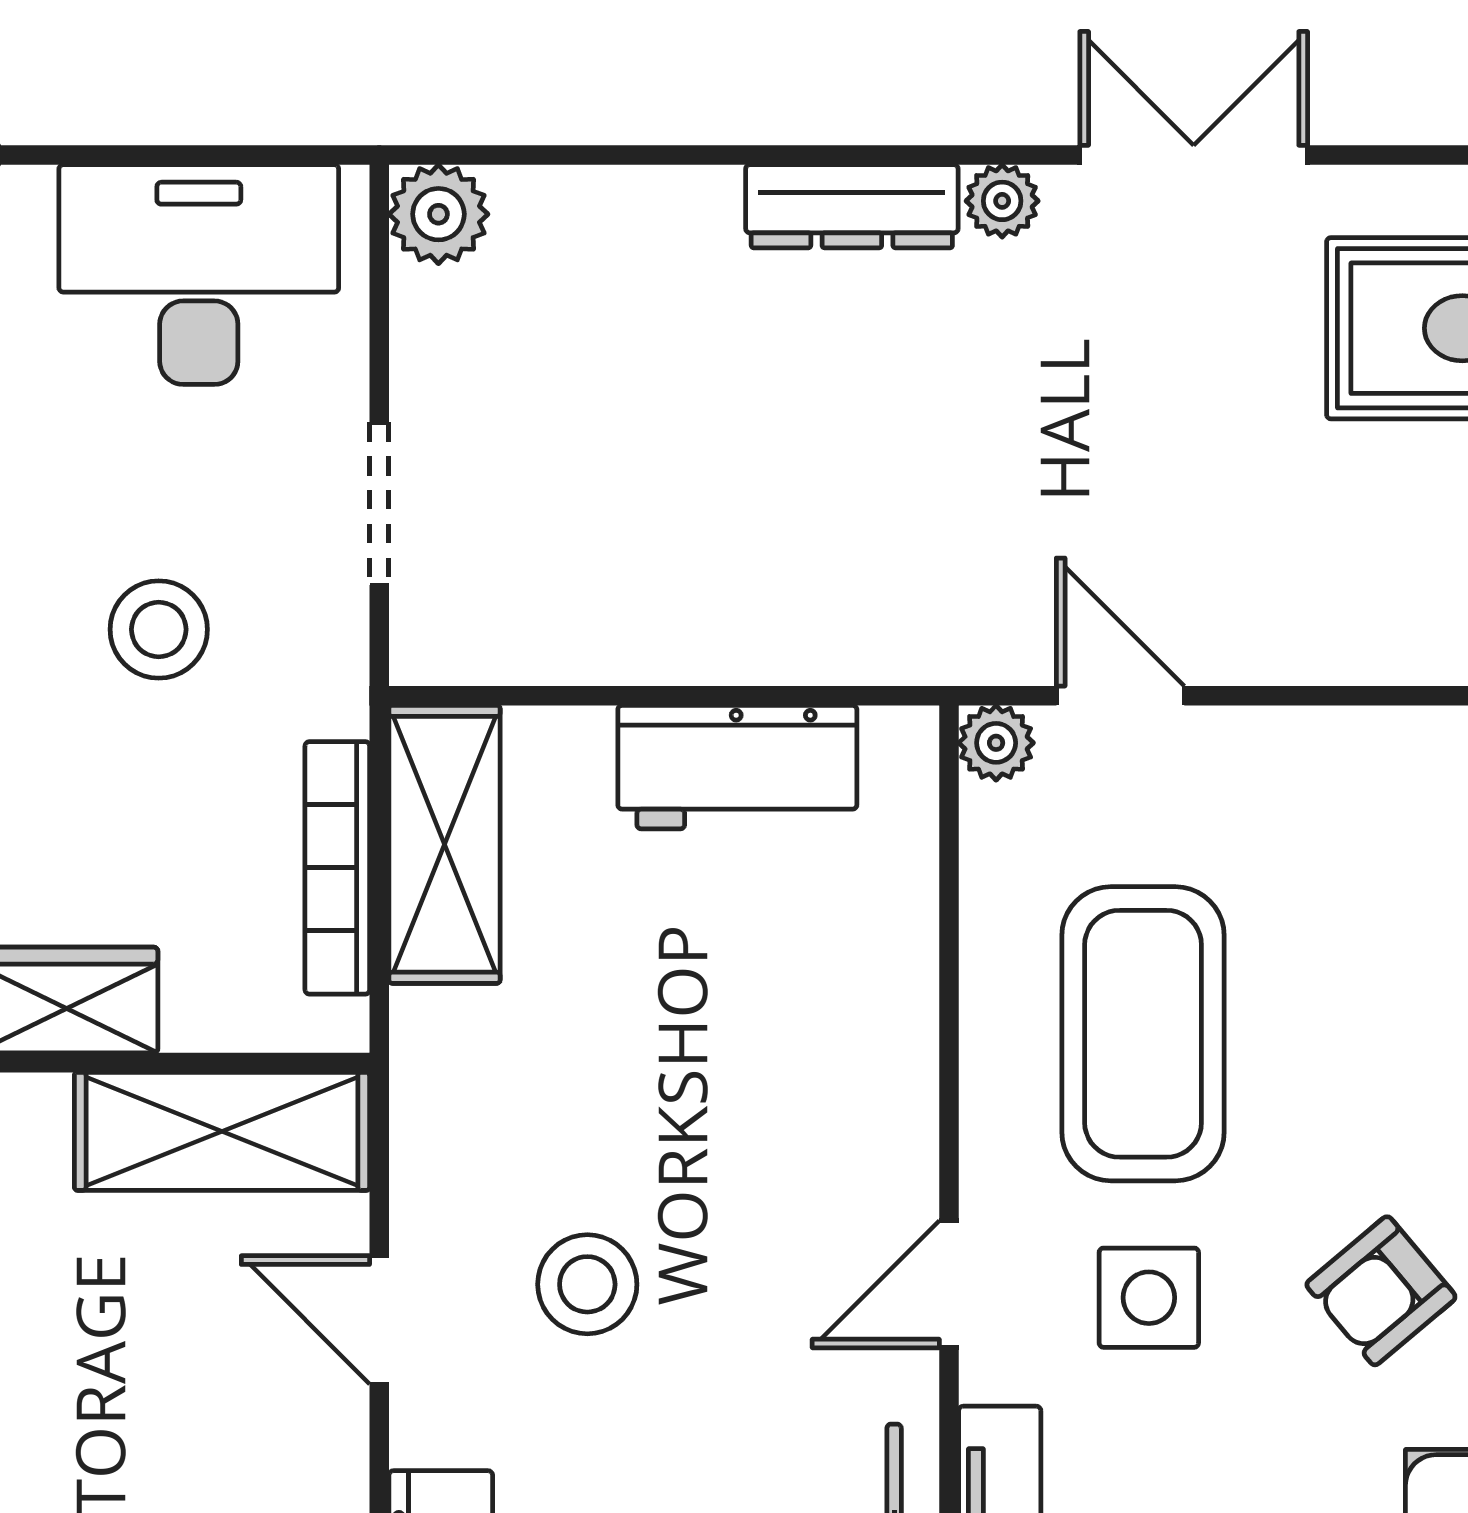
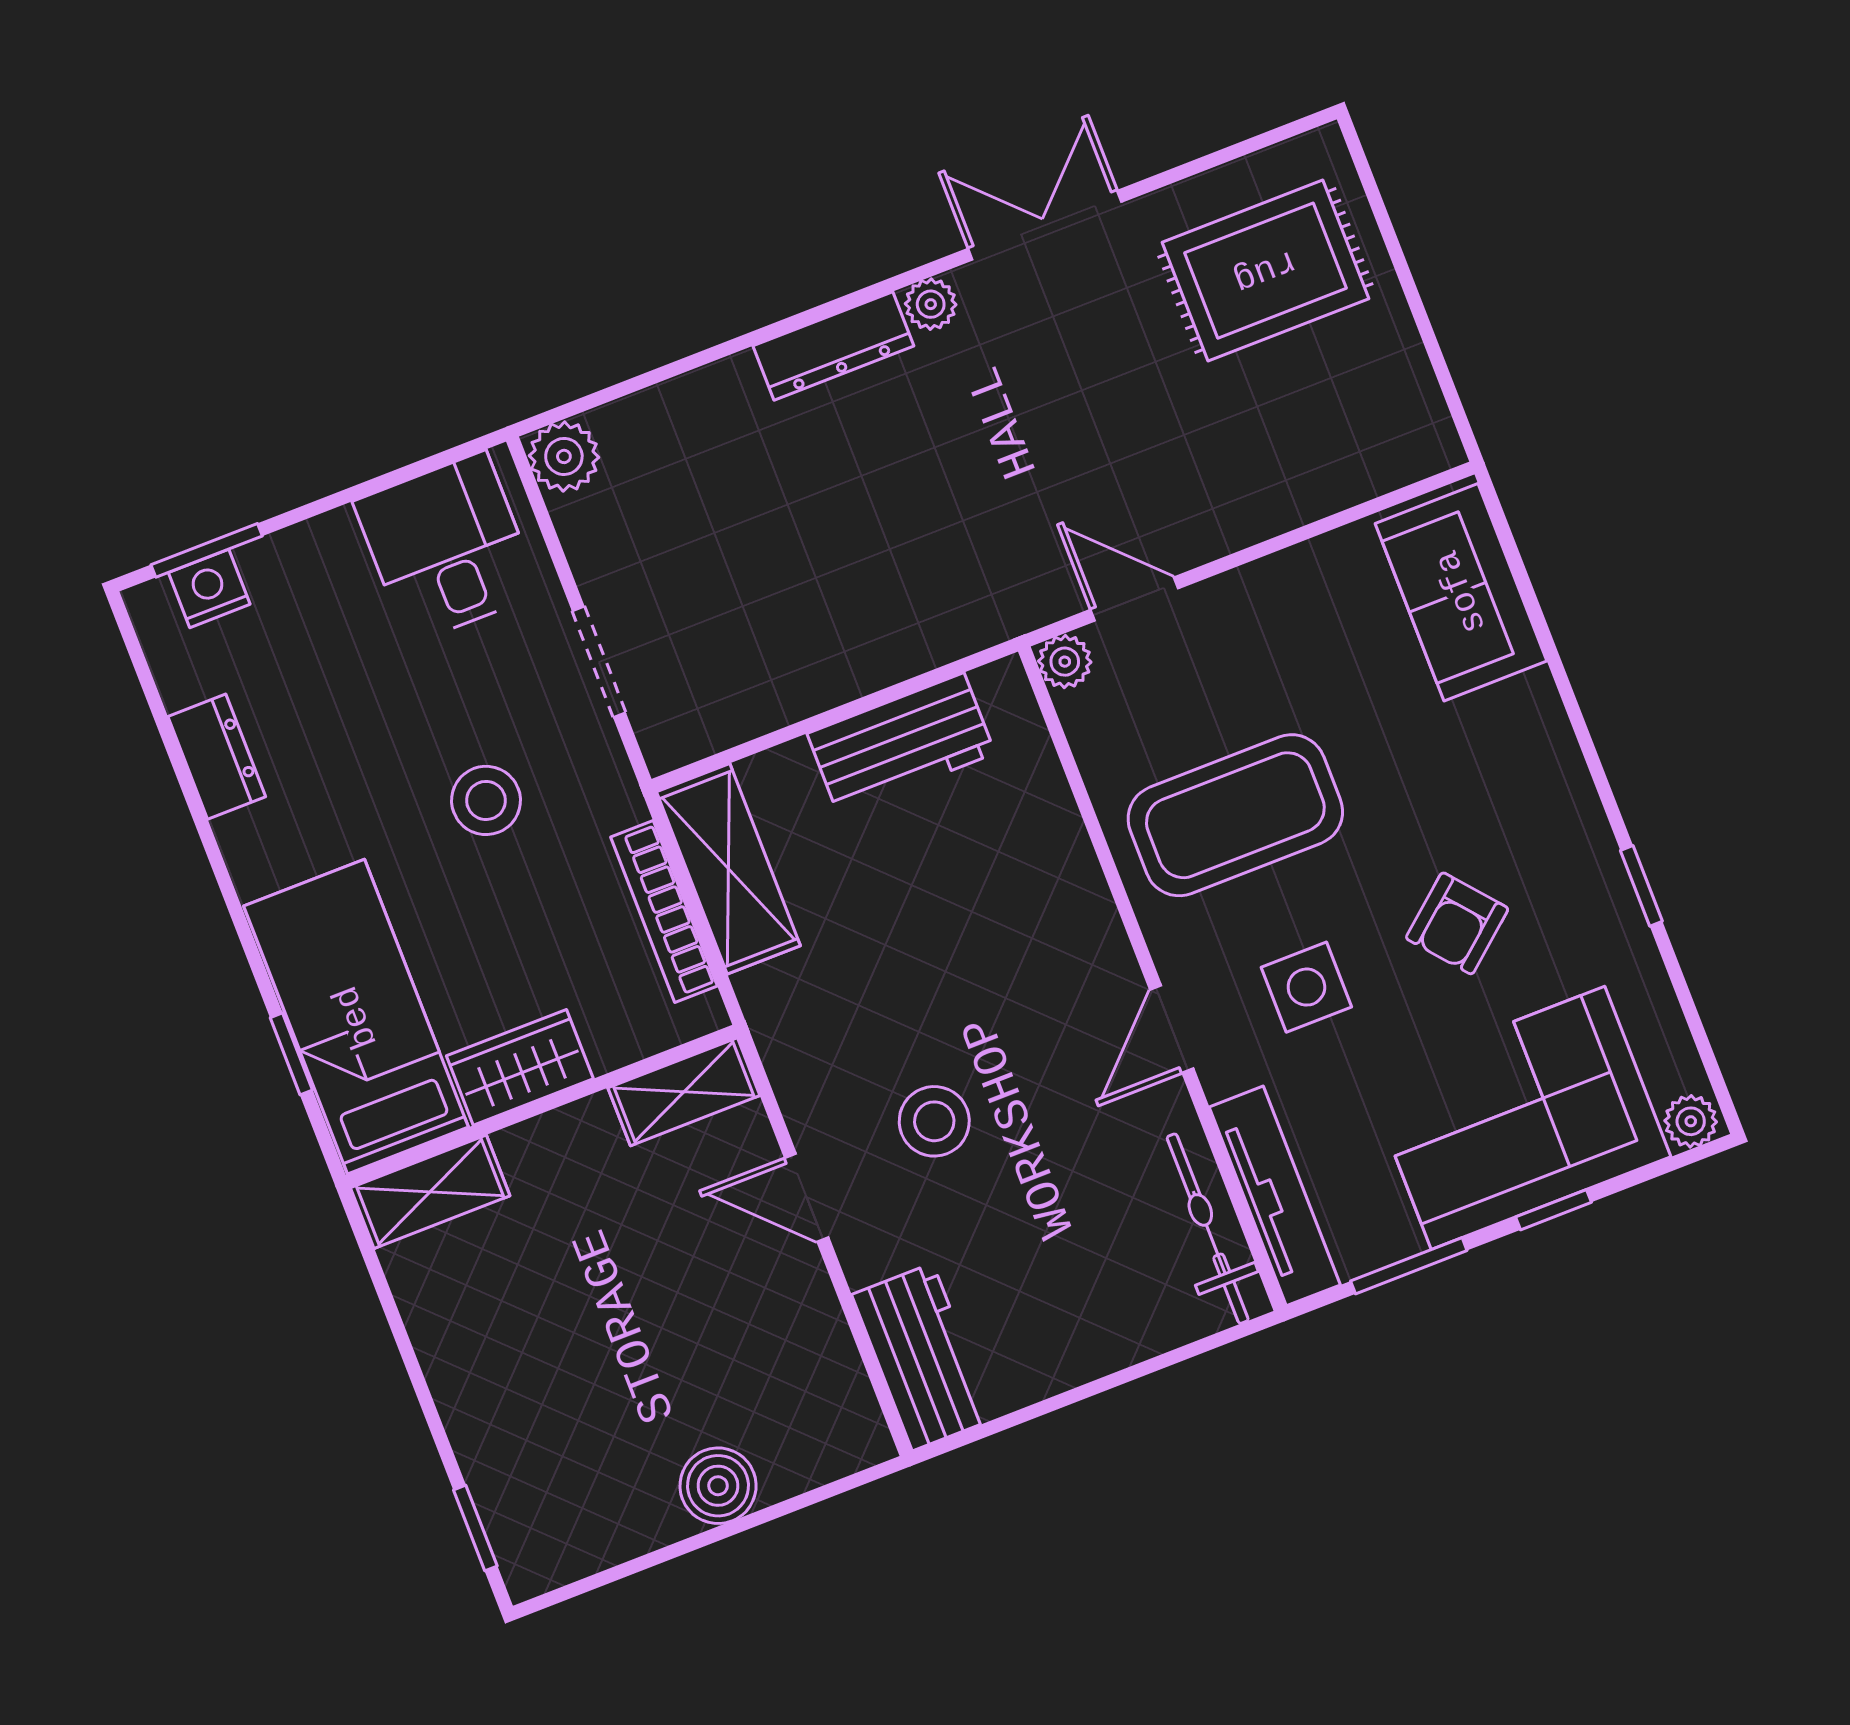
desk: (199, 275) -> (447, 547), width x0.73
coffee table: (1143, 1034) -> (1235, 815), turned 90
shelving: (222, 1131) -> (684, 1092), width x0.67, depth x0.75

